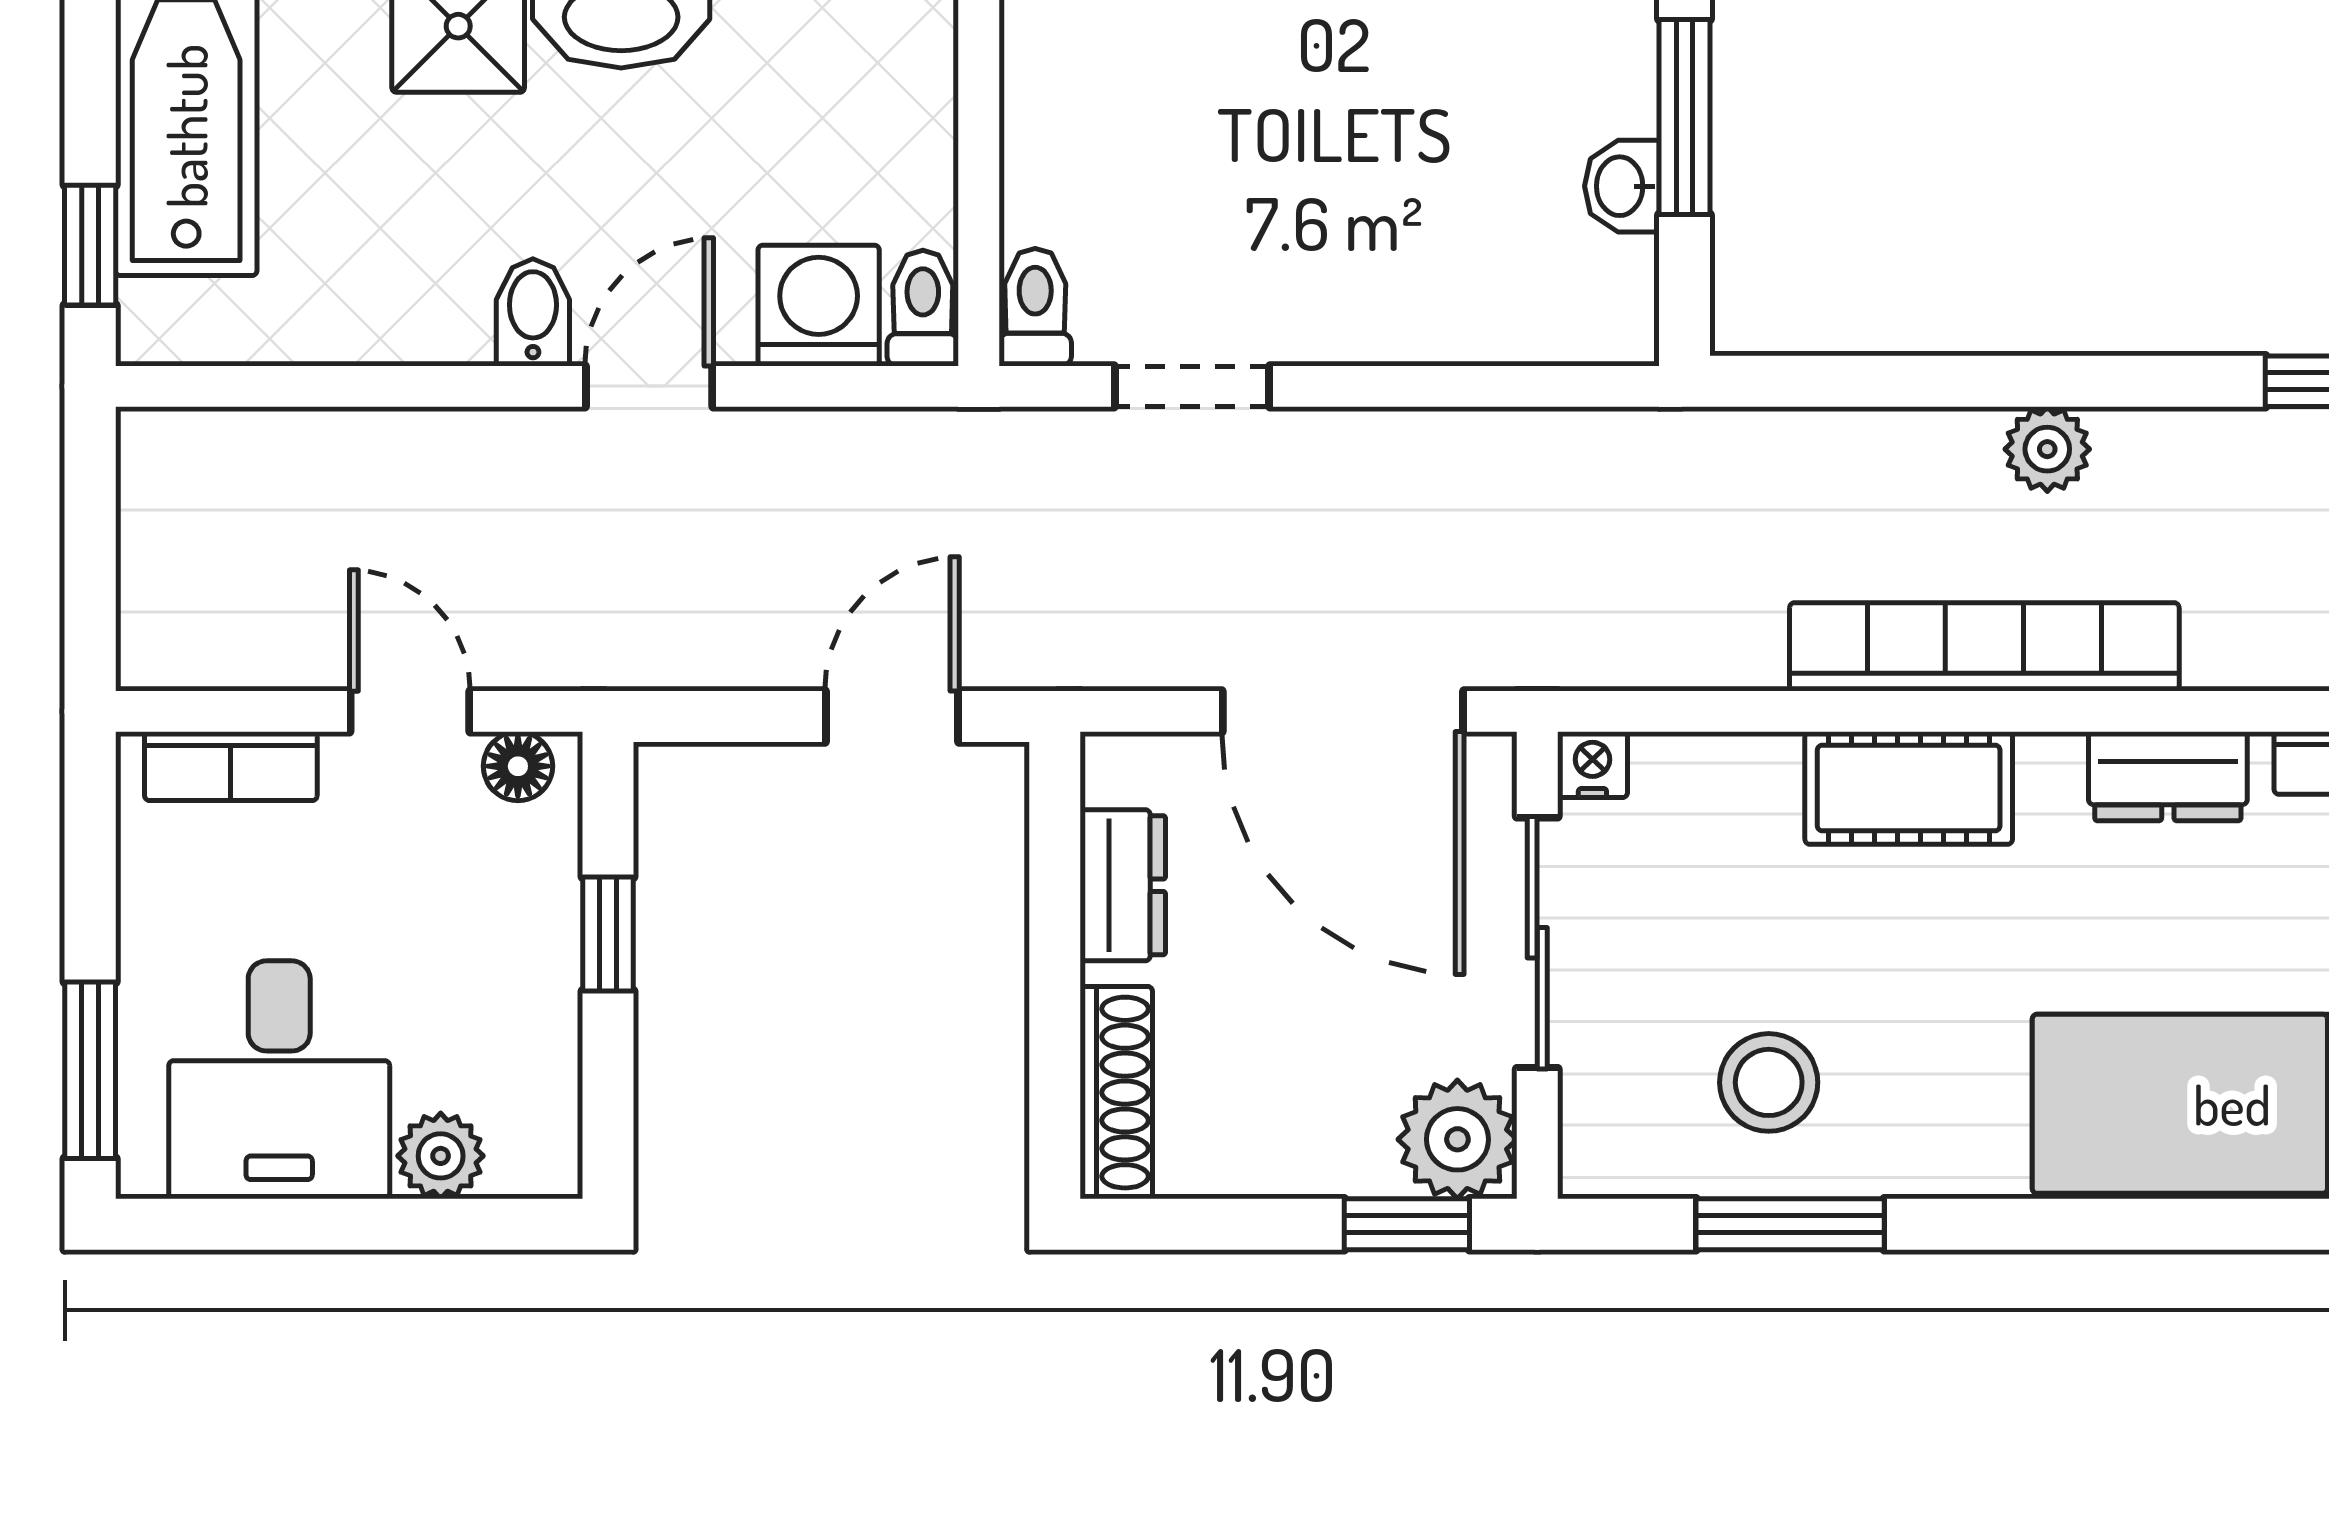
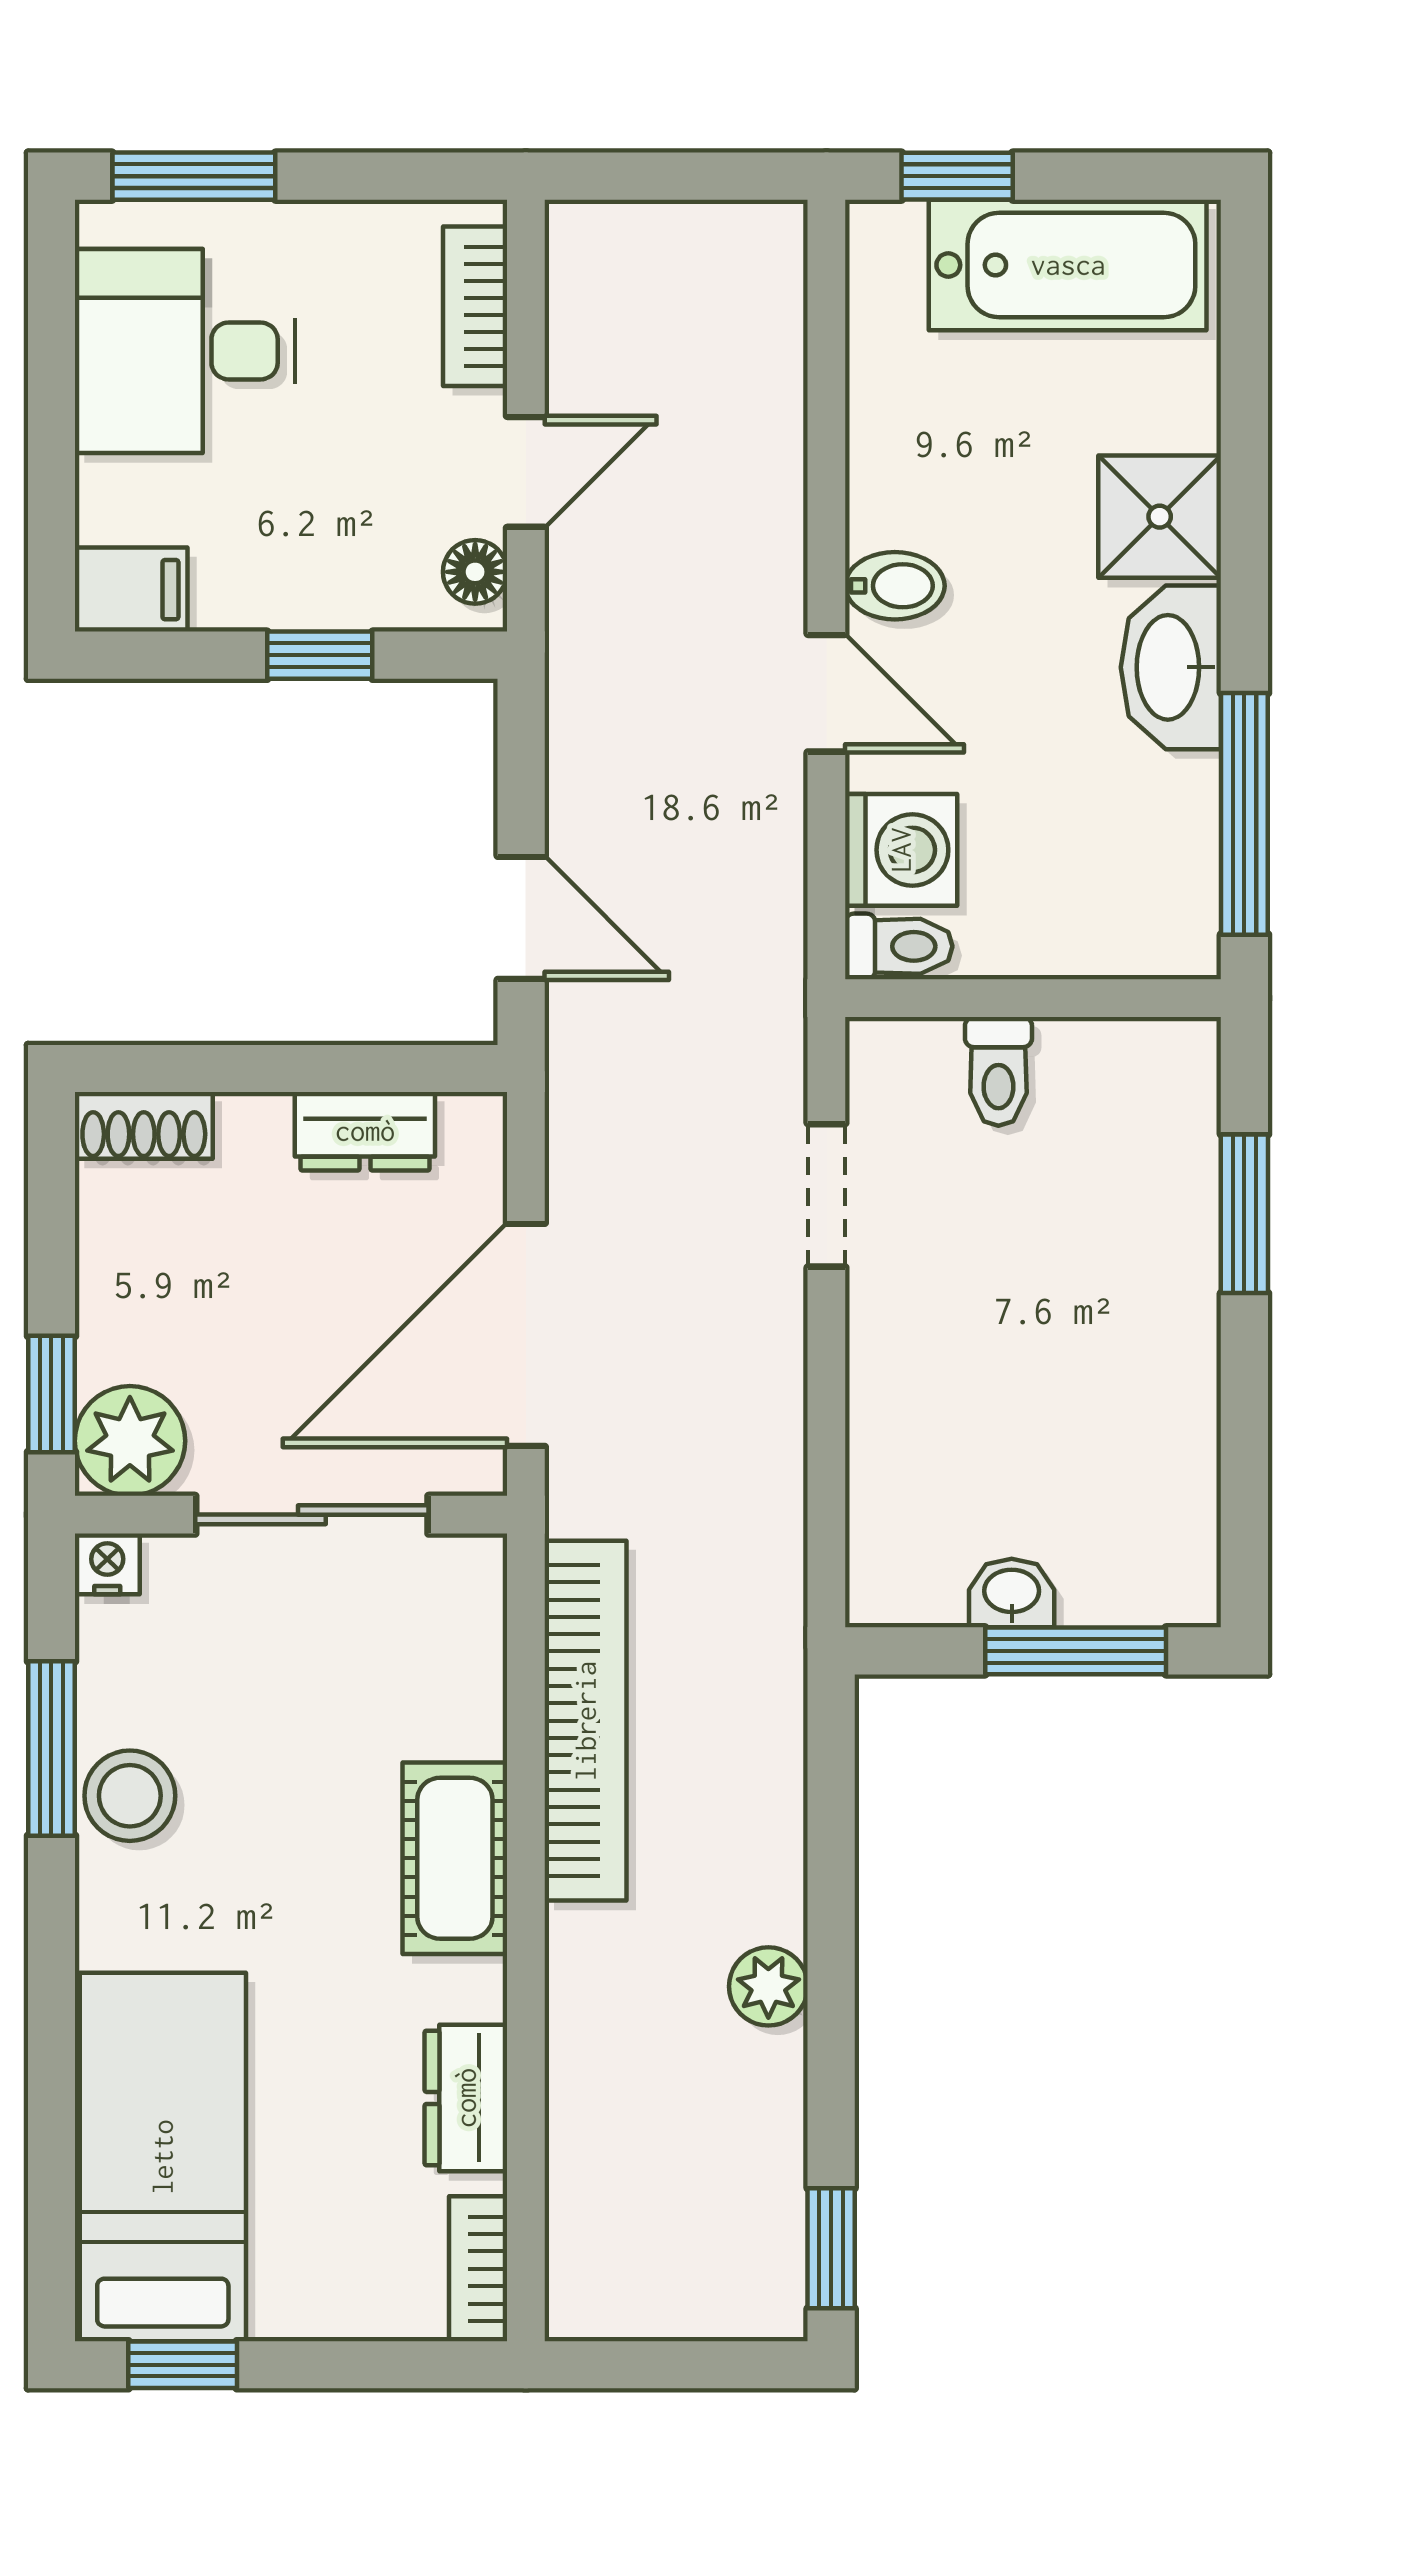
toilet: (1035, 307) -> (998, 1071), moved, turned 90
bookcase: (1984, 647) -> (586, 1721), moved
nightstand: (1592, 765) -> (107, 1564), moved, turned -90
stool: (1769, 1082) -> (130, 1796), moved
shoe rack: (1116, 1093) -> (144, 1125), width x0.70
filing cabinet: (537, 1138) -> (131, 590), added
plant: (441, 1156) -> (115, 500), removed

